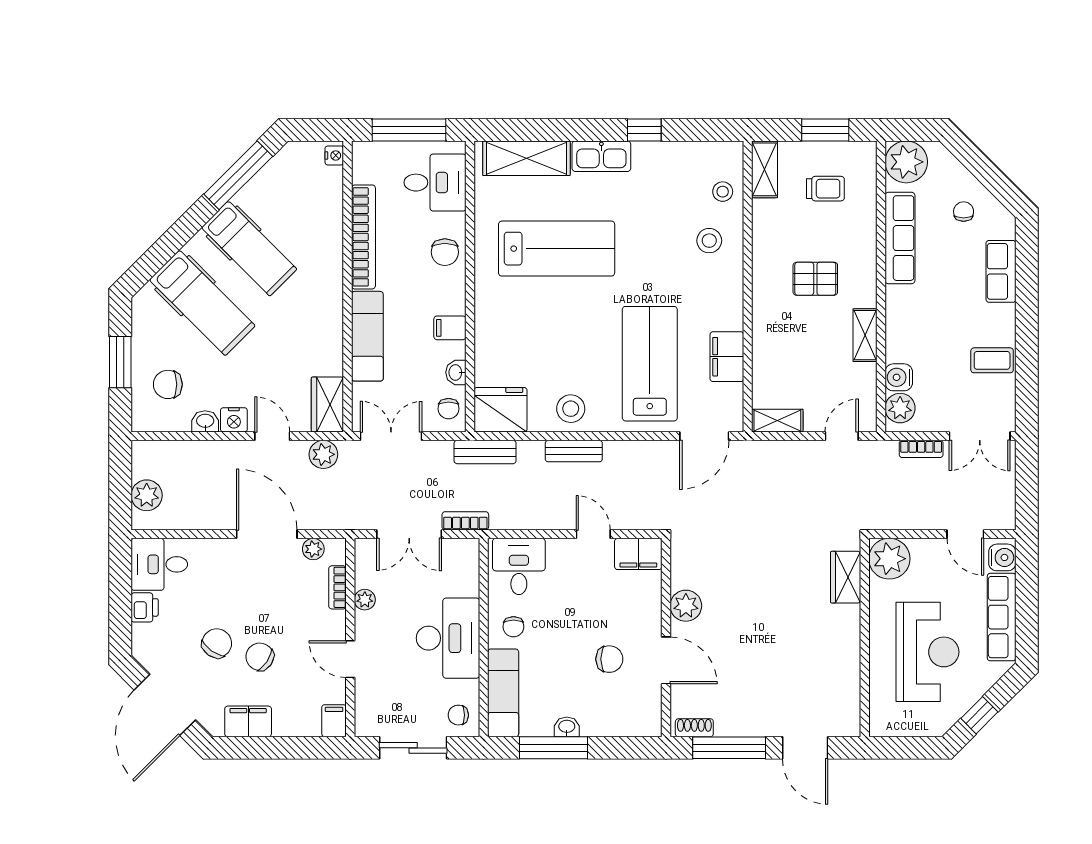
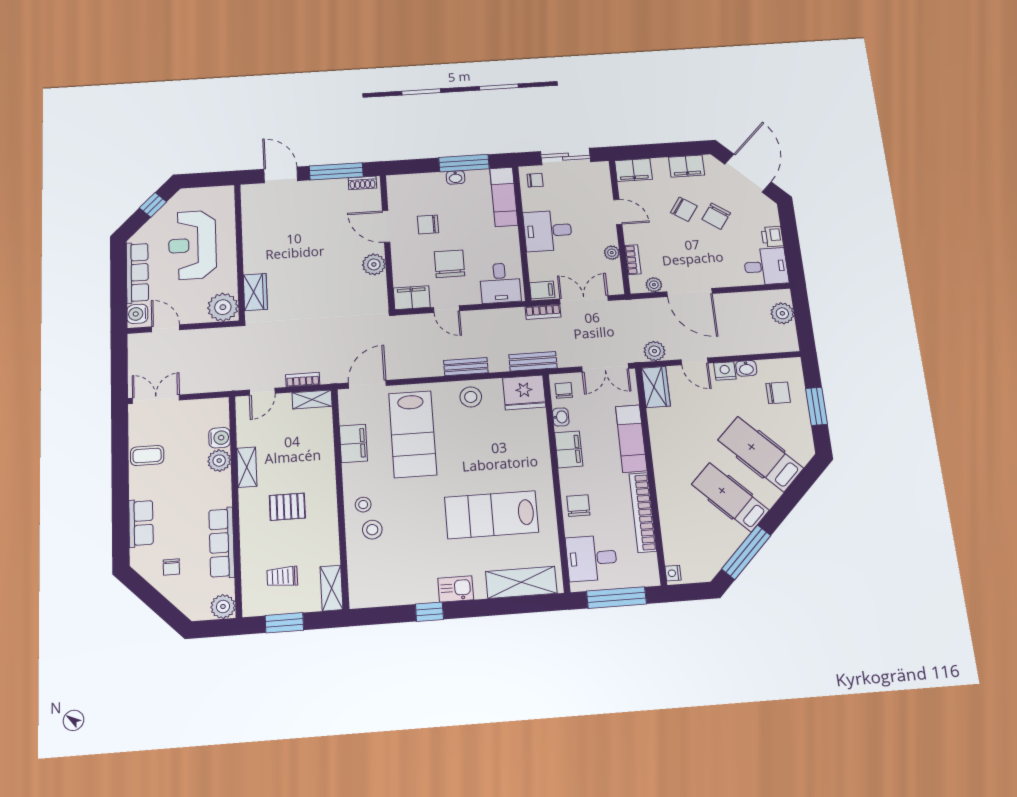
kitchen sink: (601, 156) -> (456, 589), width x0.73
plant: (906, 162) -> (223, 607), width x0.73, depth x0.73
stool: (723, 192) -> (363, 505), moved
filing cabinet: (450, 328) -> (569, 449), width x2.00
plant: (900, 408) -> (219, 461), moved
bookcase: (921, 449) -> (303, 380), moved
filing cabinet: (464, 552) -> (542, 290), added
chair: (513, 627) -> (449, 264), moved, width x1.87, depth x1.87
desk: (448, 638) -> (548, 231), width x0.73
filing cabinet: (334, 721) -> (633, 170), width x2.00

